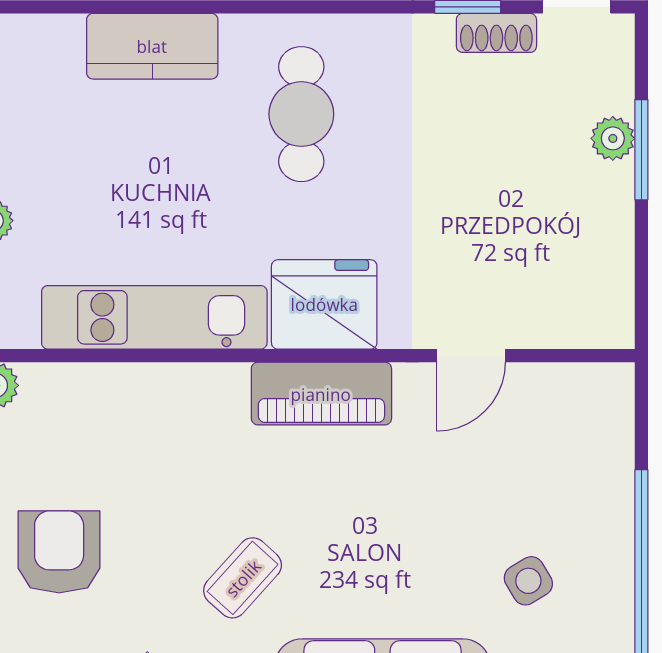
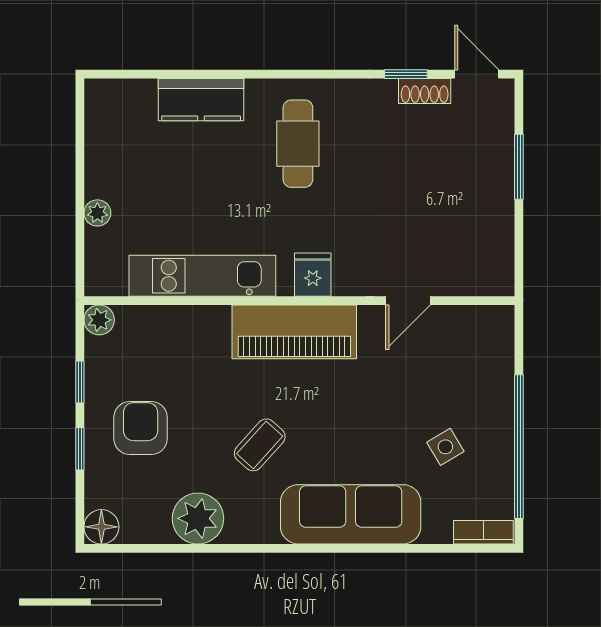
plant: (613, 138) -> (500, 159), removed
fridge: (324, 304) -> (313, 275), width x0.53, depth x0.75
piano: (321, 394) -> (294, 332), width x1.37, depth x1.33

